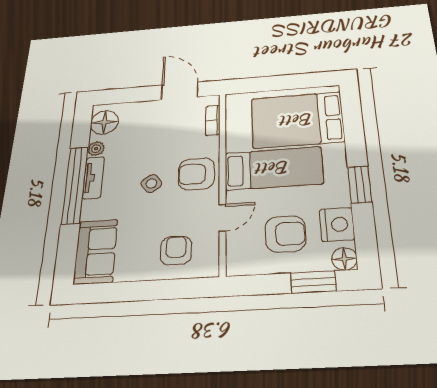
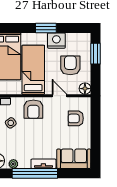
tv unit: (93, 178) -> (43, 164), moved
side table: (151, 183) -> (11, 123), moved
nightstand: (337, 225) -> (56, 41), moved
floor lamp: (344, 259) -> (85, 89), moved

